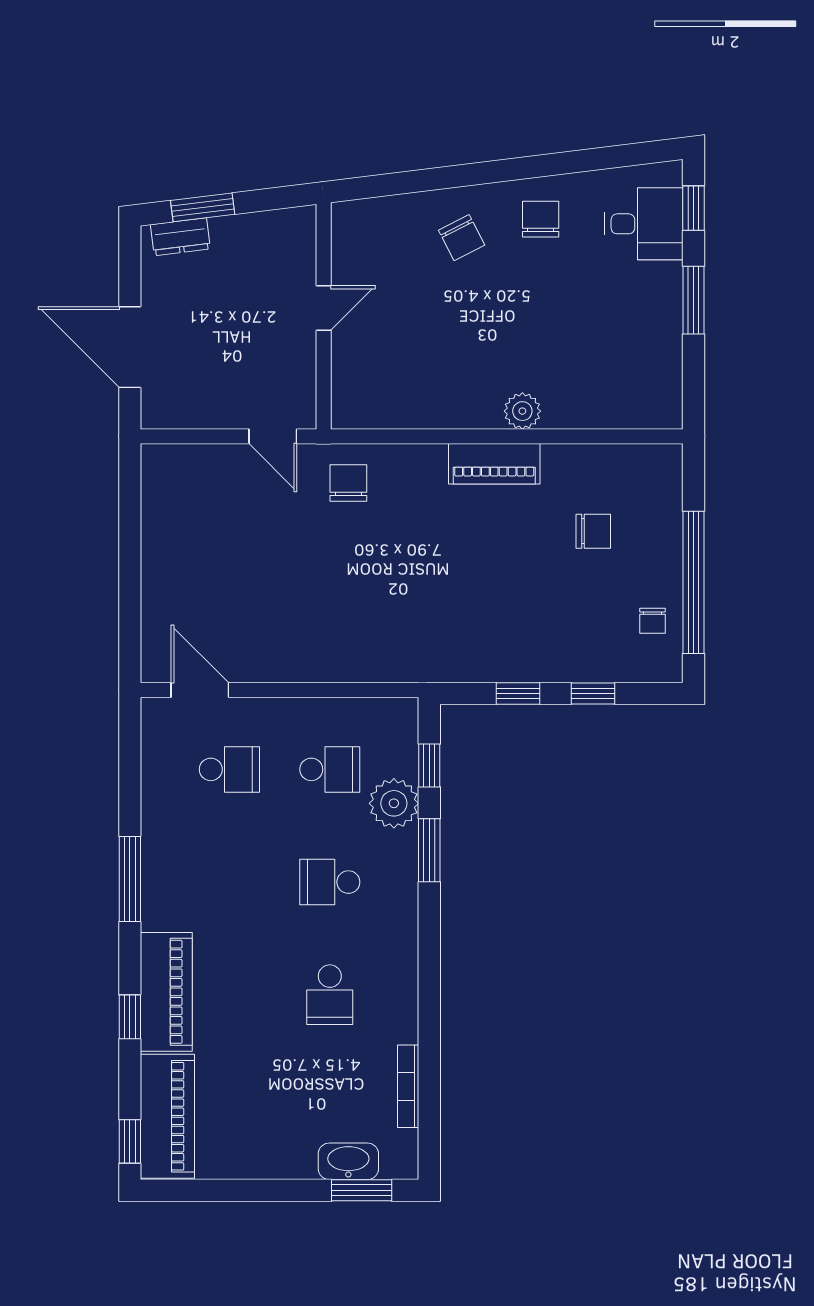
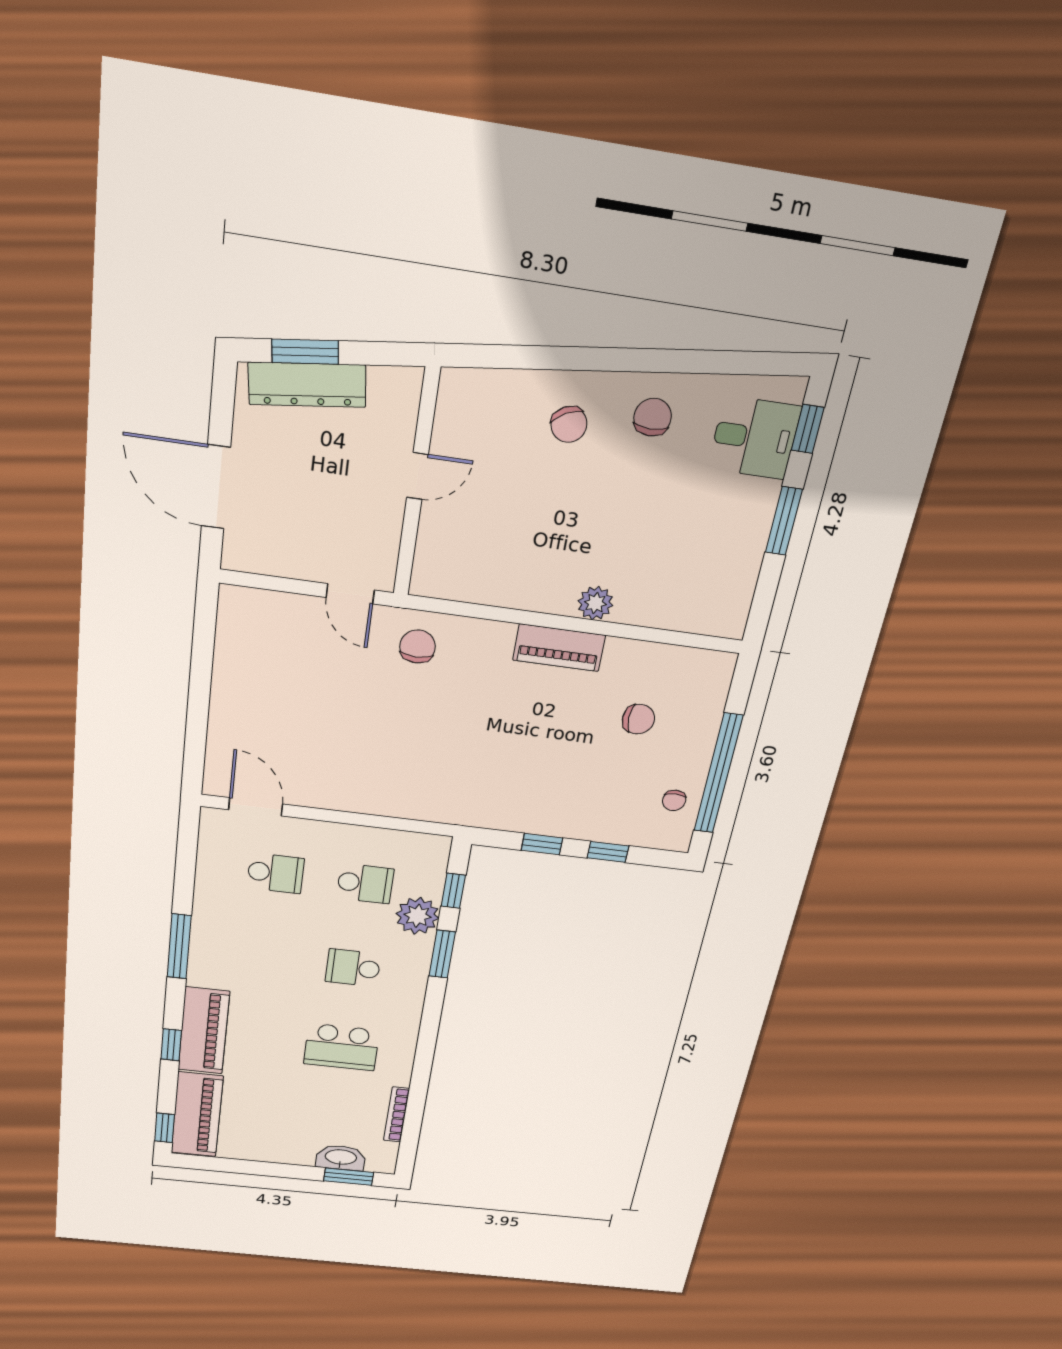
dresser: (180, 237) -> (307, 385), width x1.96, depth x1.24
school desk: (330, 995) -> (342, 1047), width x1.85

